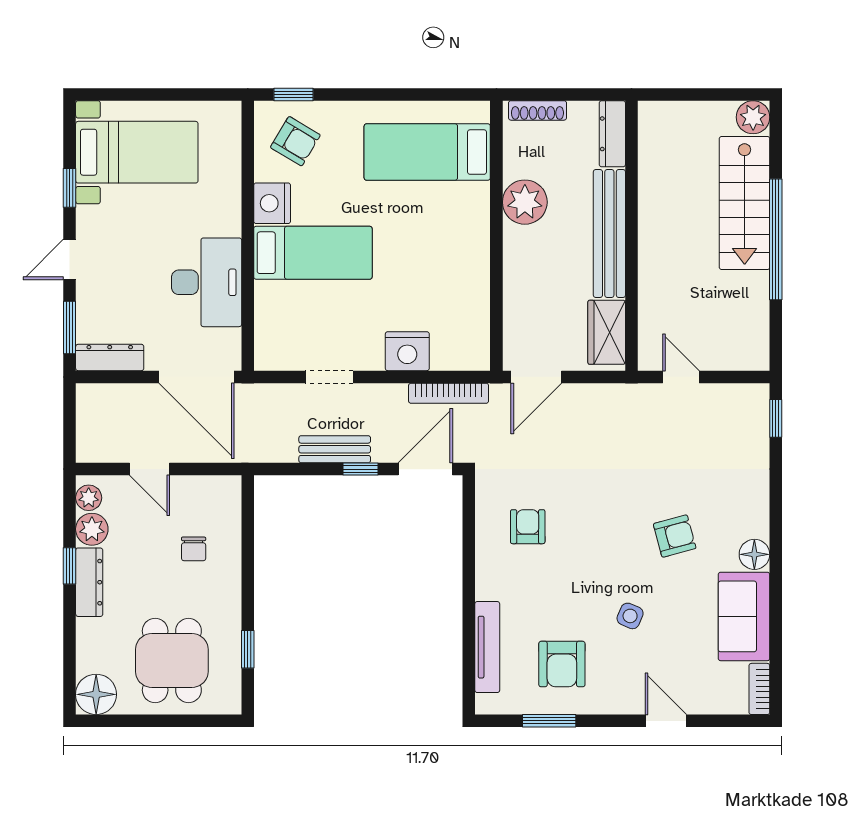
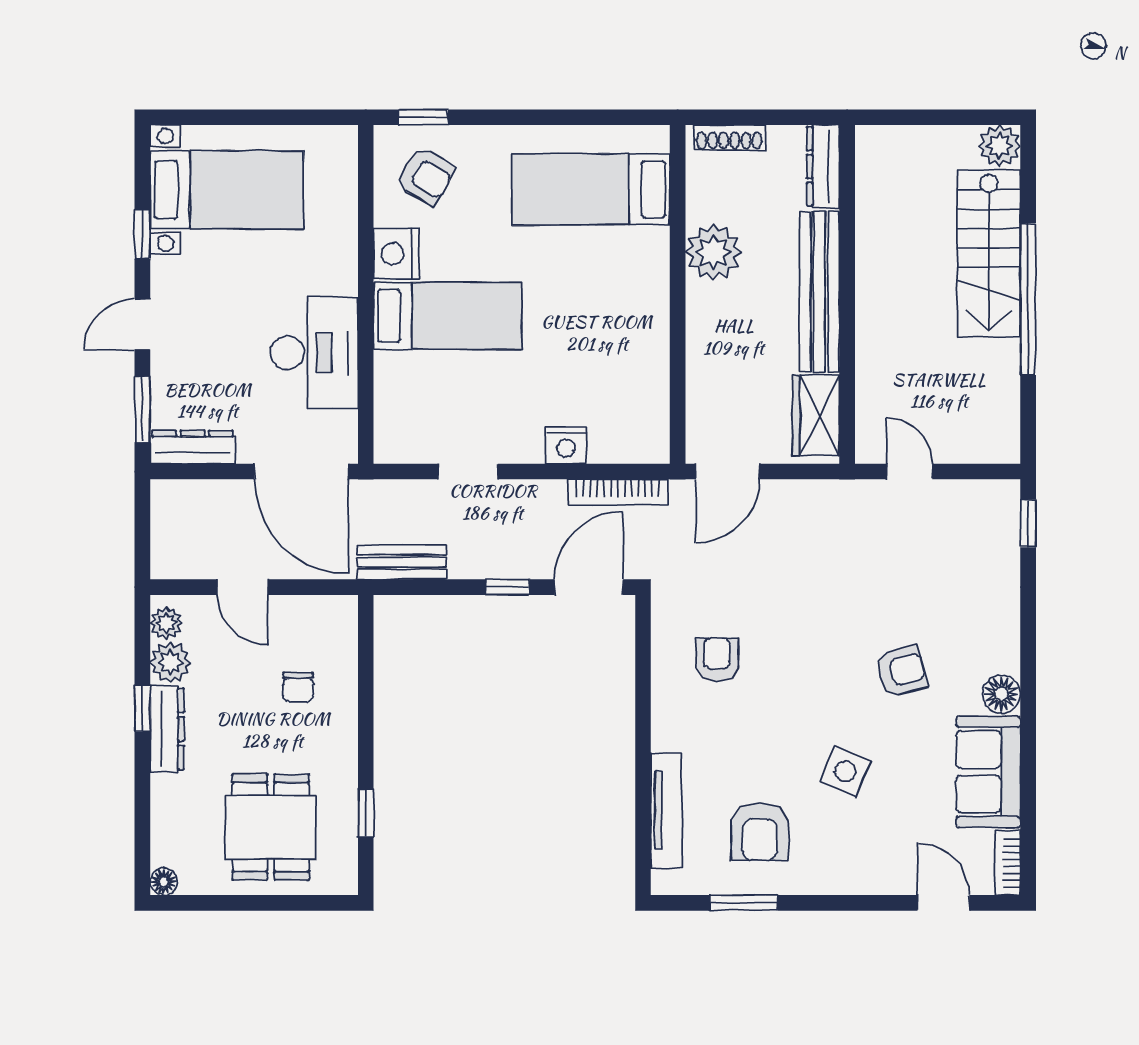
nightstand: (407, 351) -> (566, 445), width x0.74, depth x0.75
bench: (335, 449) -> (402, 562), moved
side table: (630, 616) -> (845, 771), width x1.37, depth x1.37
floor lamp: (96, 694) -> (164, 882), width x0.53, depth x0.53
door: (666, 721) -> (943, 903), moved

